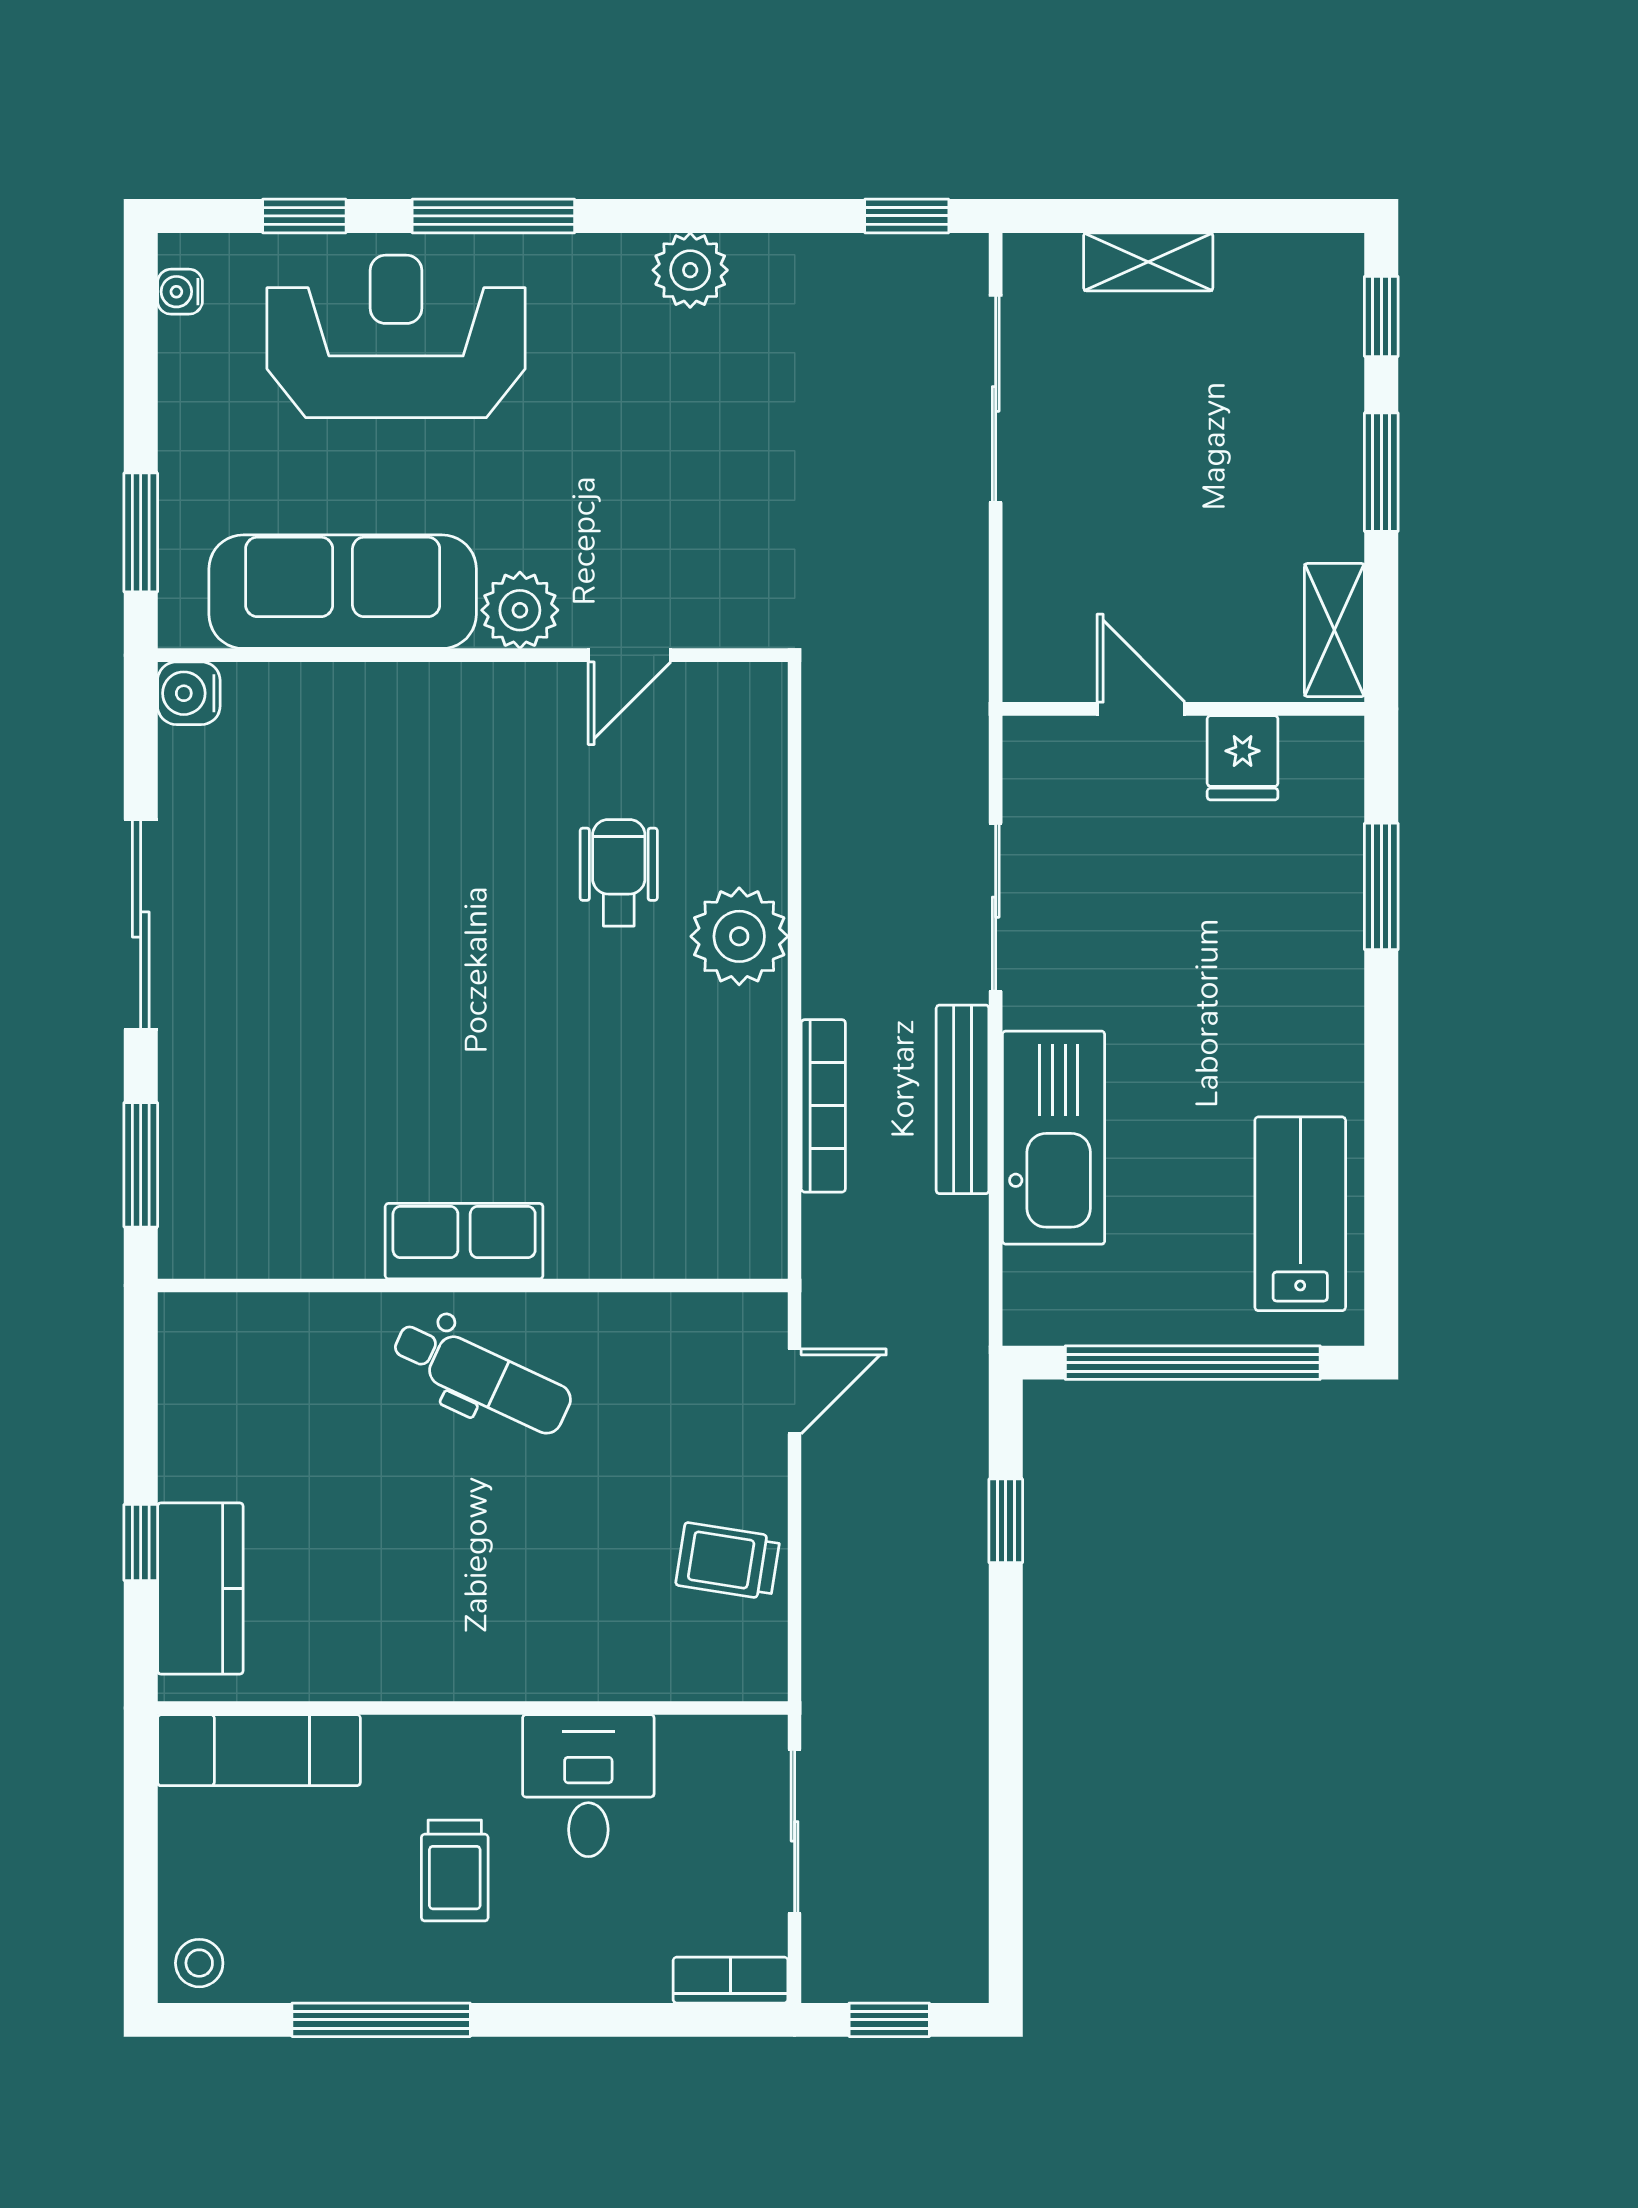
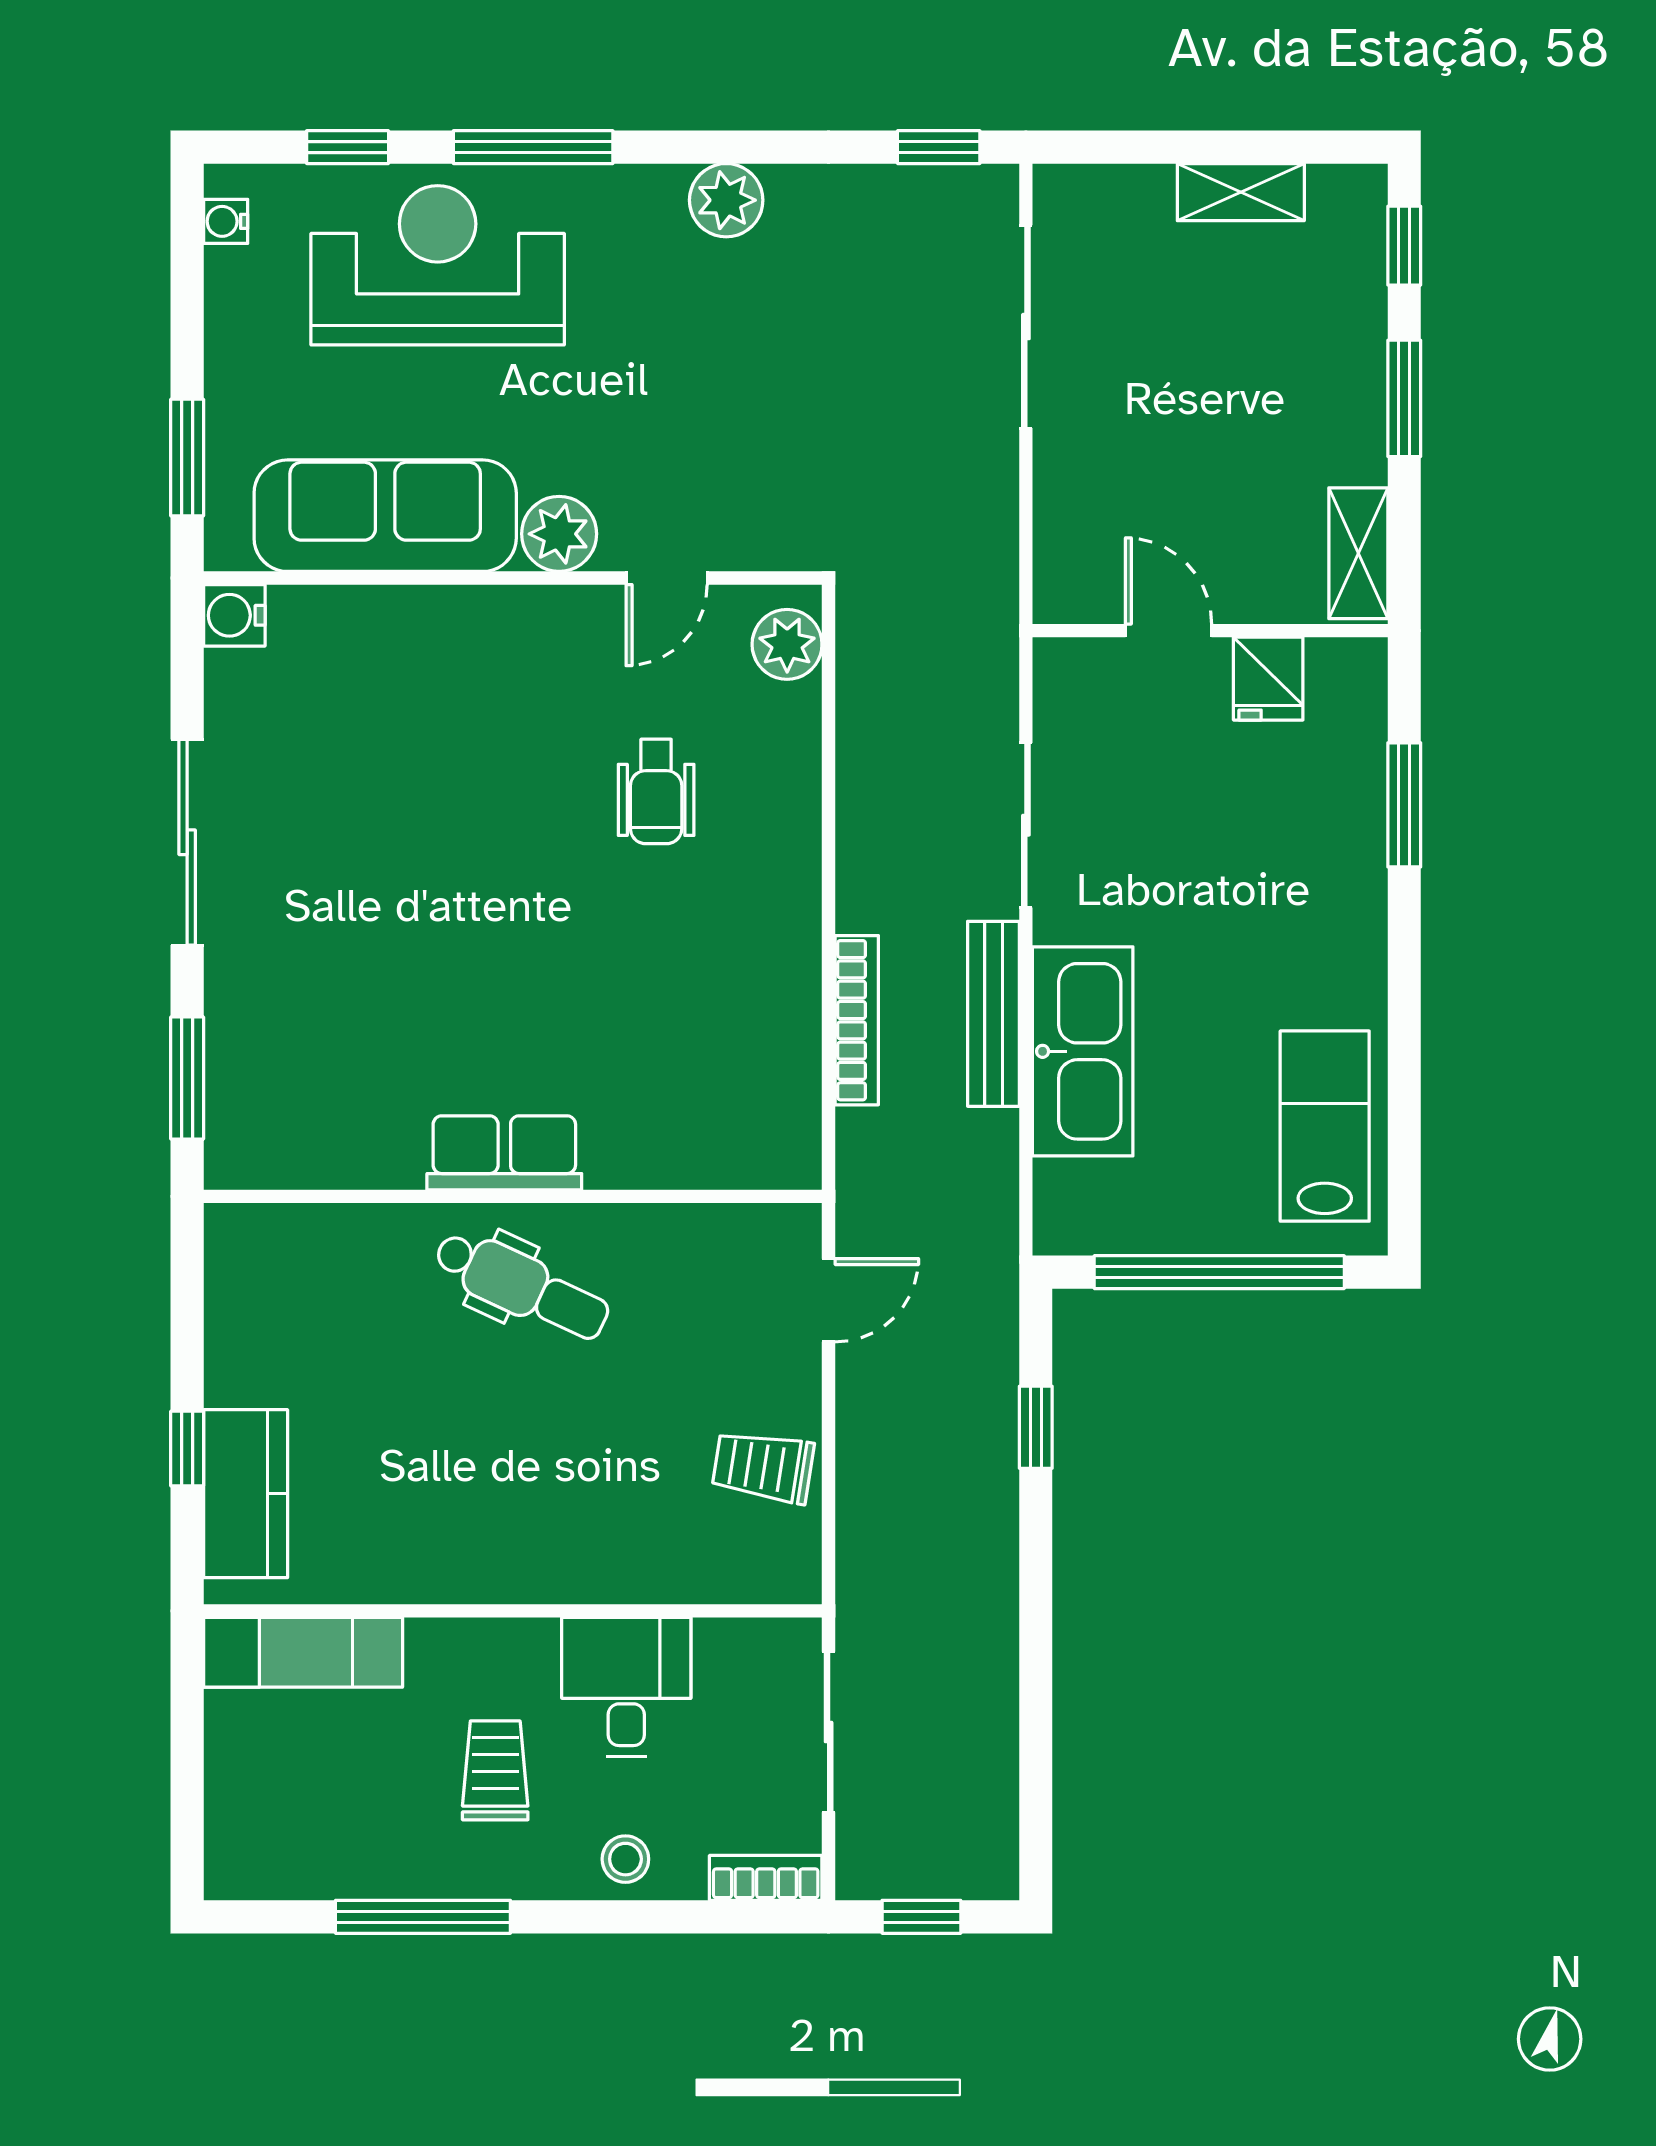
shelving: (1148, 262) -> (1241, 192), moved
wheelchair: (619, 873) -> (656, 791), turned 180
plant: (739, 936) -> (787, 644), moved, width x0.73, depth x0.73
trolley: (455, 1871) -> (495, 1770), turned 180
stool: (199, 1963) -> (625, 1859), moved

